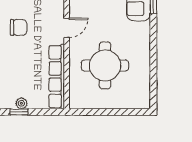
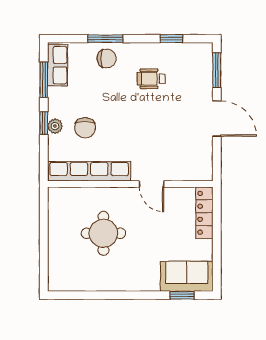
chair: (18, 27) -> (85, 128), moved
round table: (105, 65) -> (103, 233), width x0.73, depth x0.73

